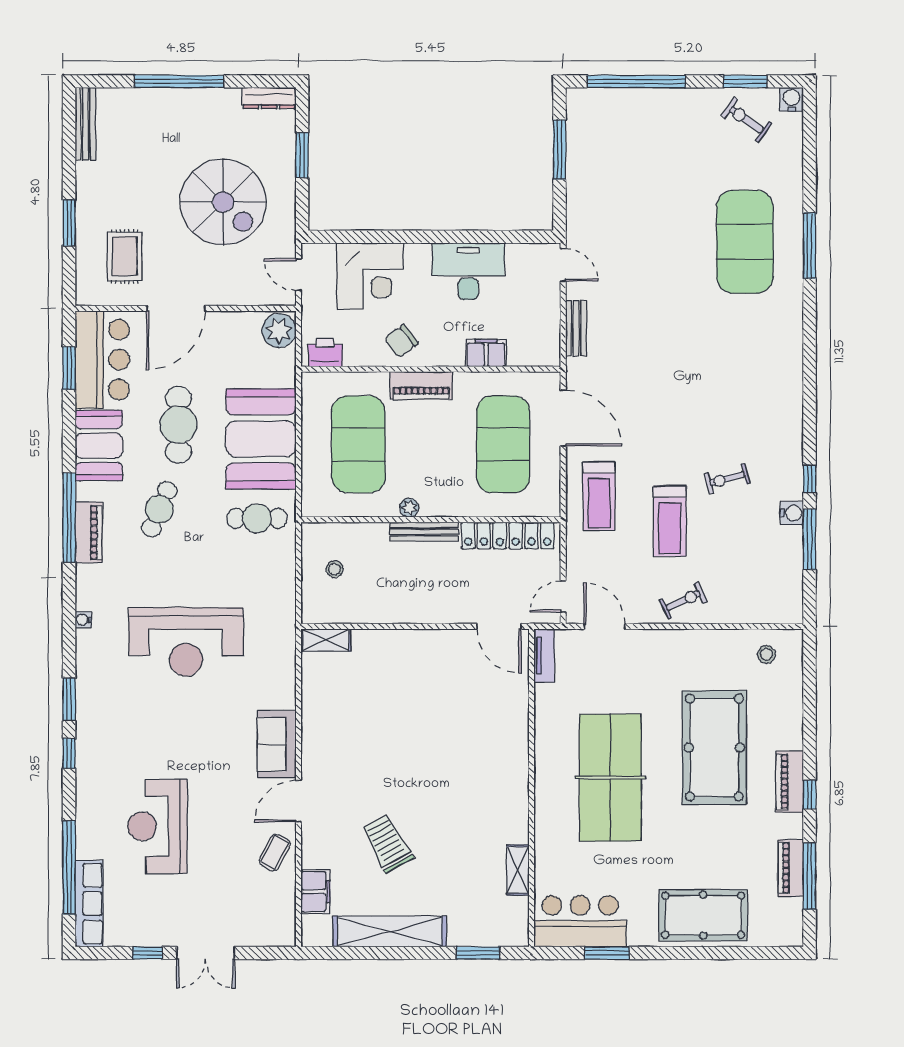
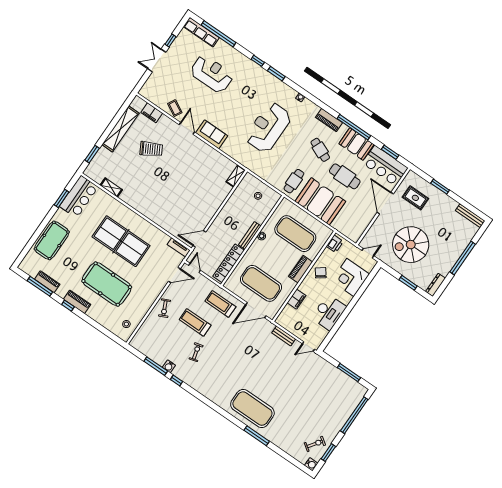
exercise mat: (745, 242) -> (252, 409), moved
plant: (279, 331) -> (353, 233), removed
window: (69, 518) -> (354, 127), moved

